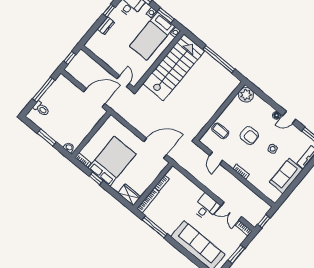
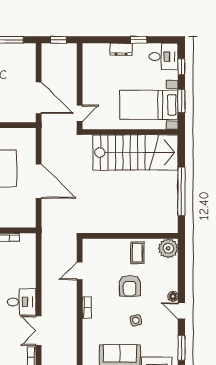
coffee table: (220, 131) -> (137, 253), moved
door: (155, 148) -> (39, 181), moved

